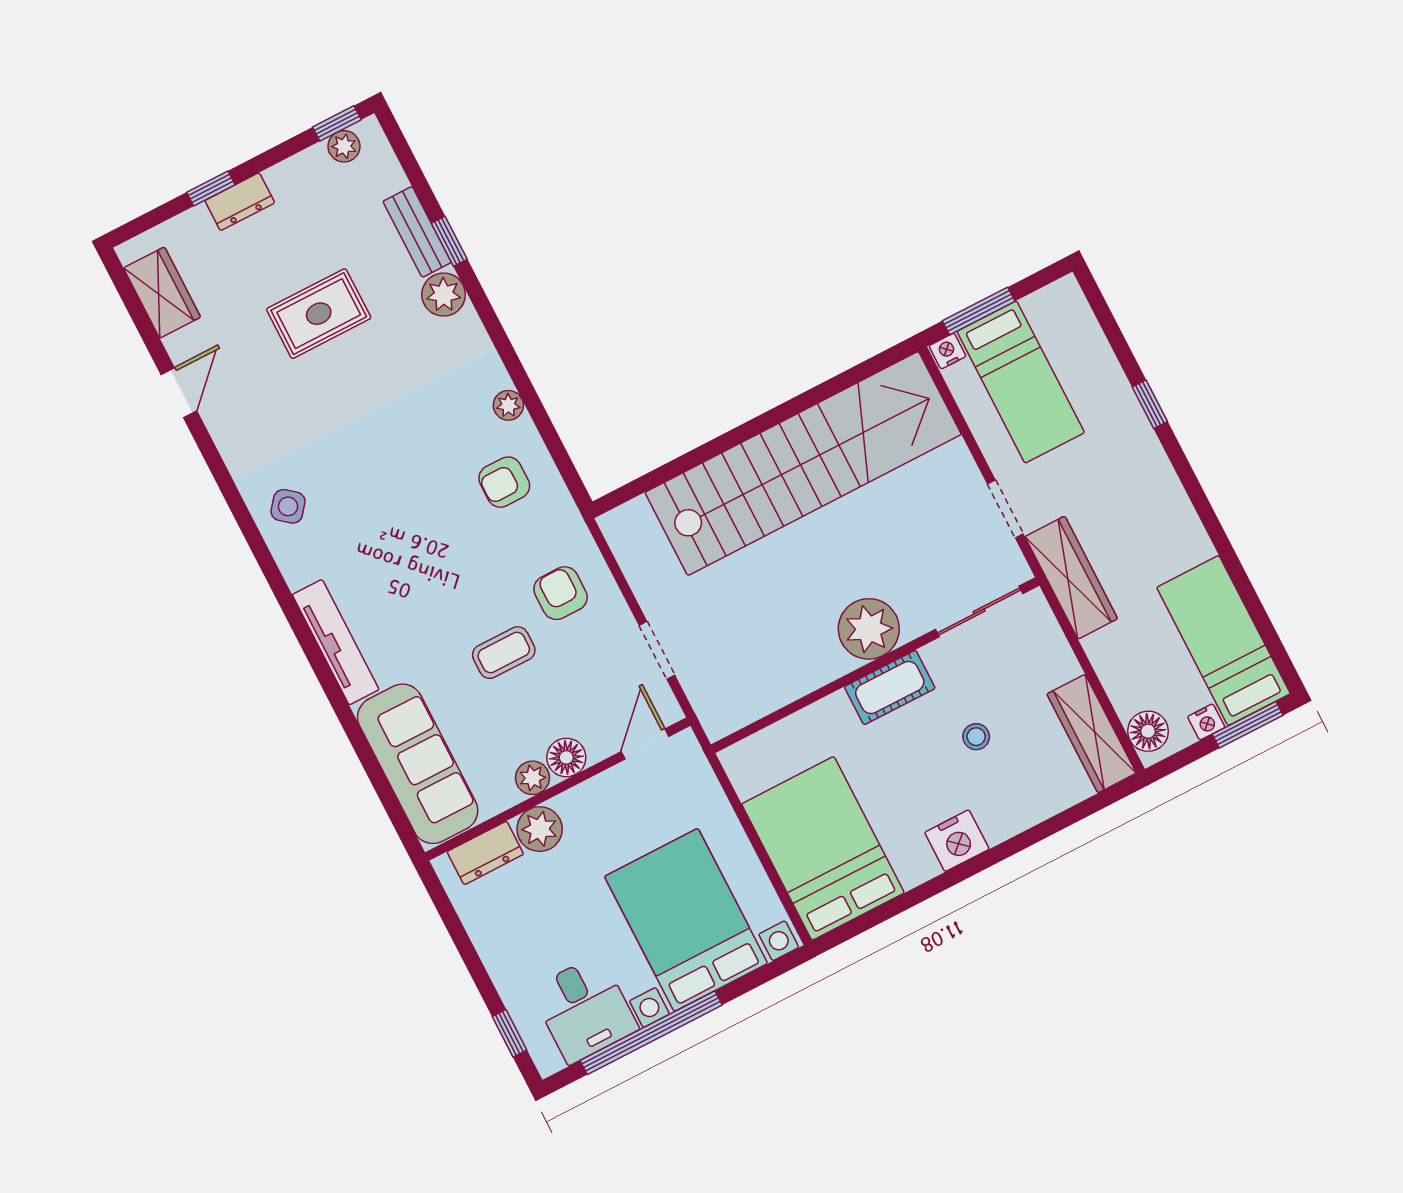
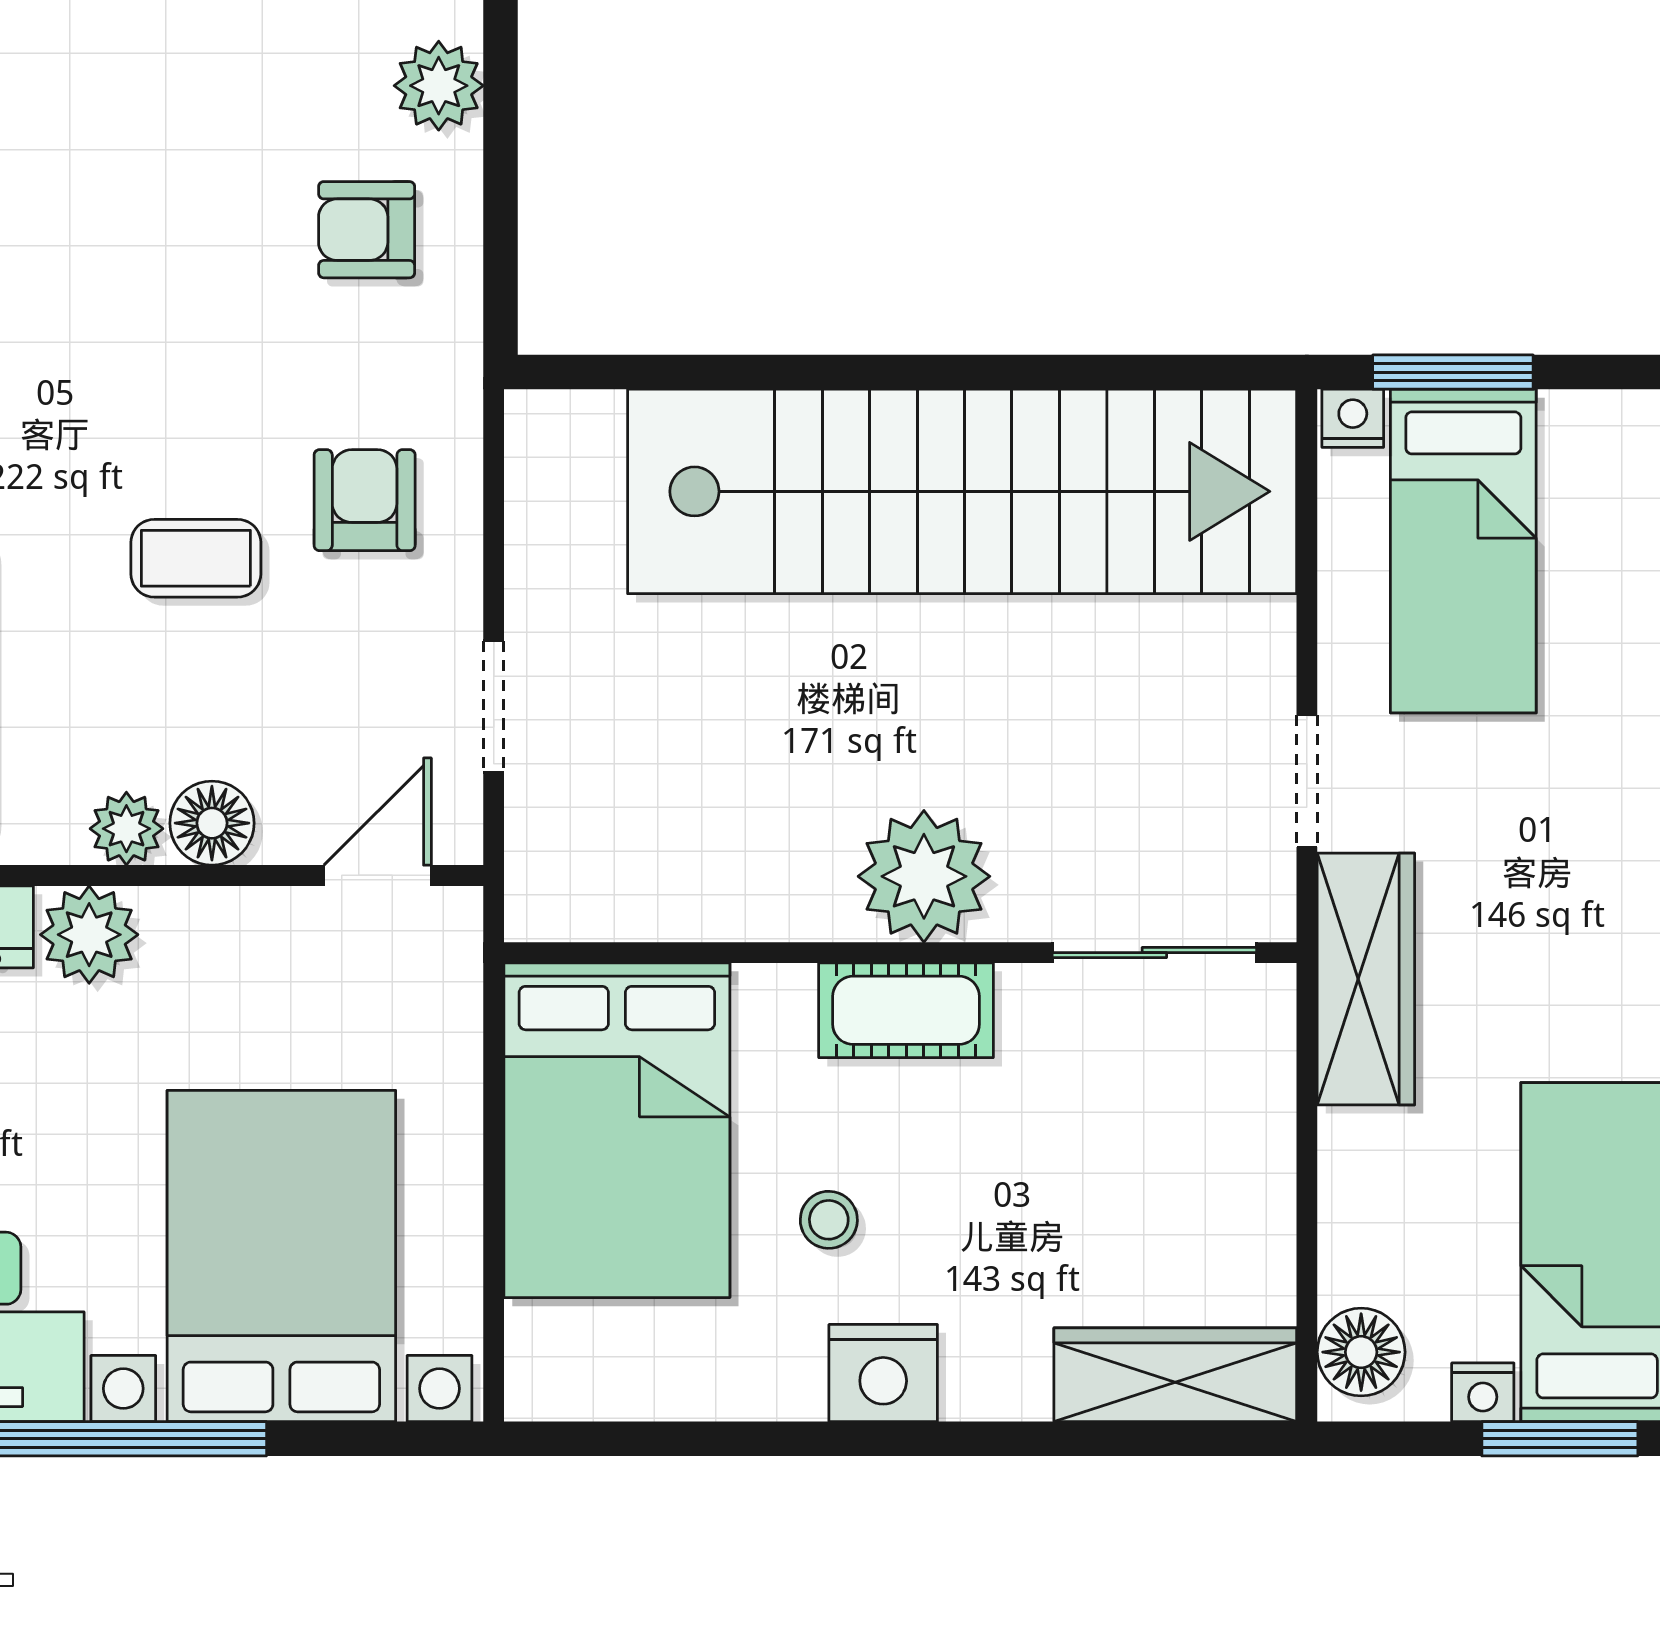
plant: (508, 405) -> (439, 86), width x1.38, depth x1.38
wardrobe: (1092, 734) -> (1175, 1375), moved, turned 90
stool: (976, 737) -> (829, 1220), moved
bed: (823, 848) -> (617, 1130), moved, turned 180

